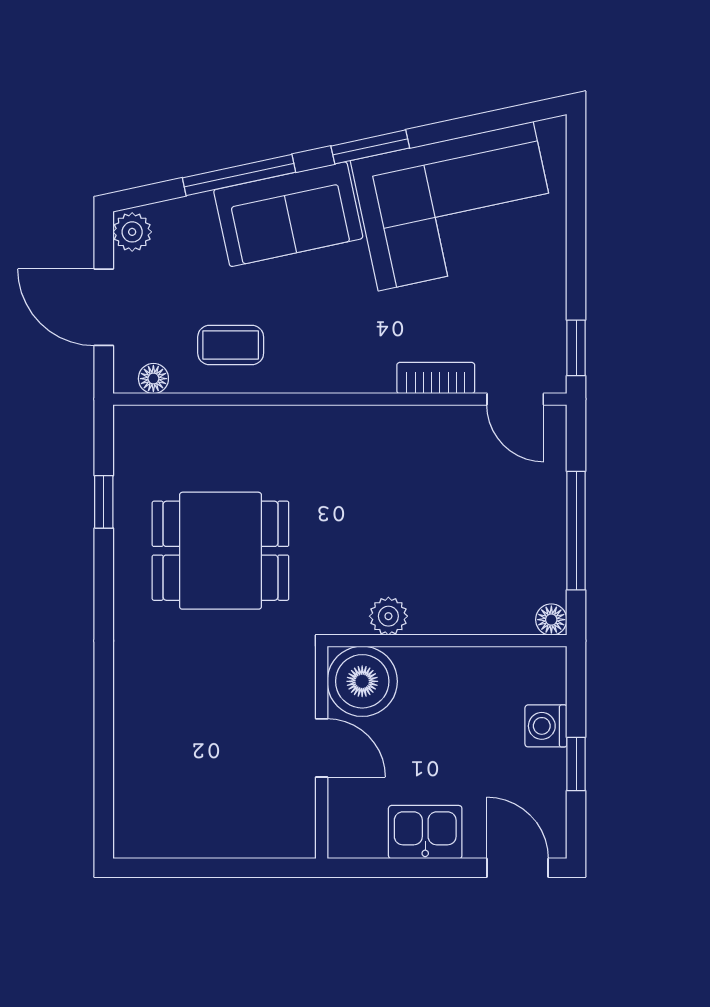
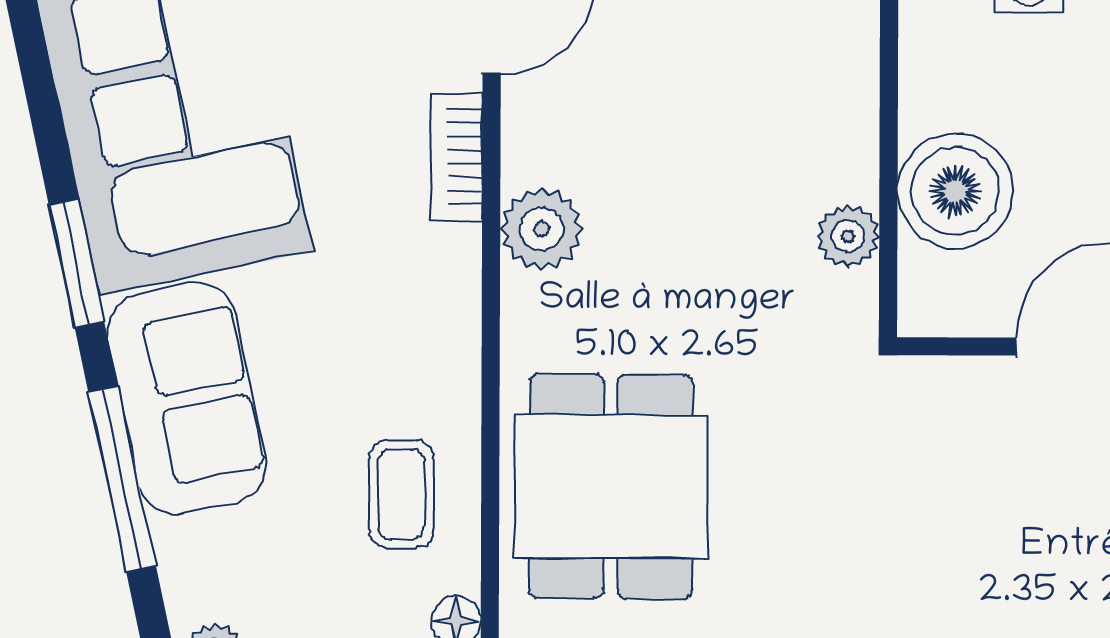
plant: (392, 430) -> (542, 229), added
dining table: (220, 551) -> (611, 487), moved
boiler: (362, 681) -> (955, 191), moved

